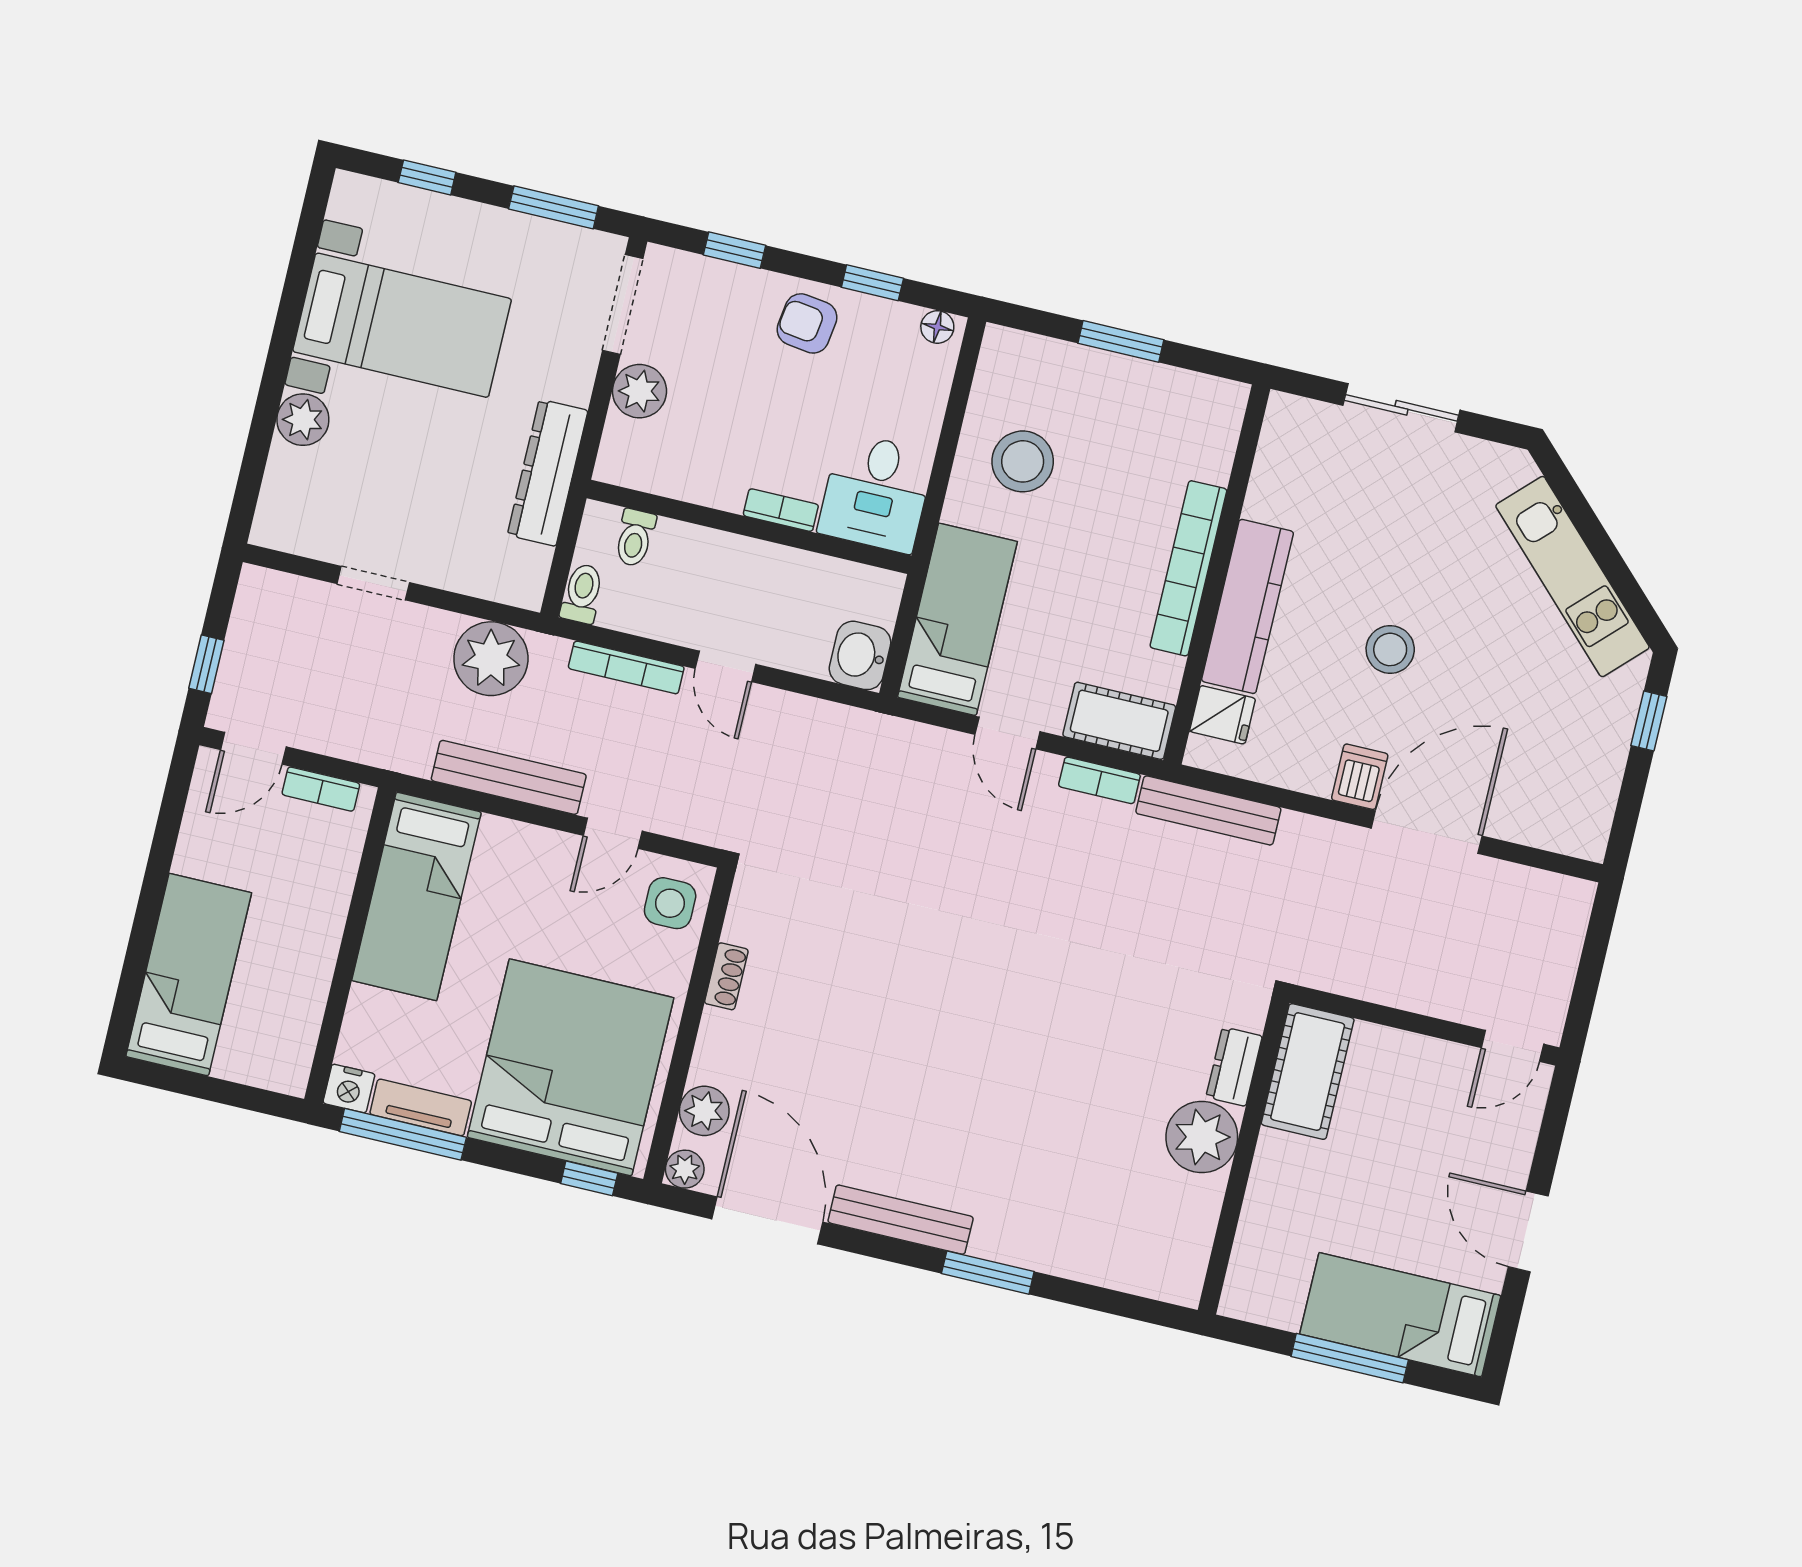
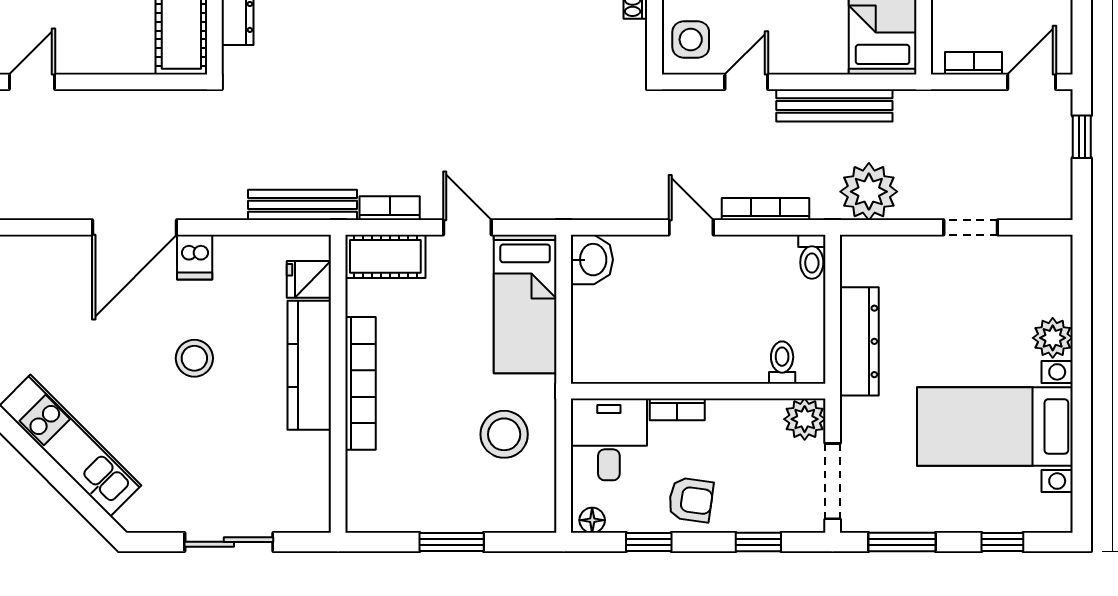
desk: (876, 493) -> (609, 439), moved
bookcase: (781, 510) -> (677, 409), moved
wall: (749, 527) -> (698, 391), moved
toilet: (635, 538) -> (782, 363), moved

